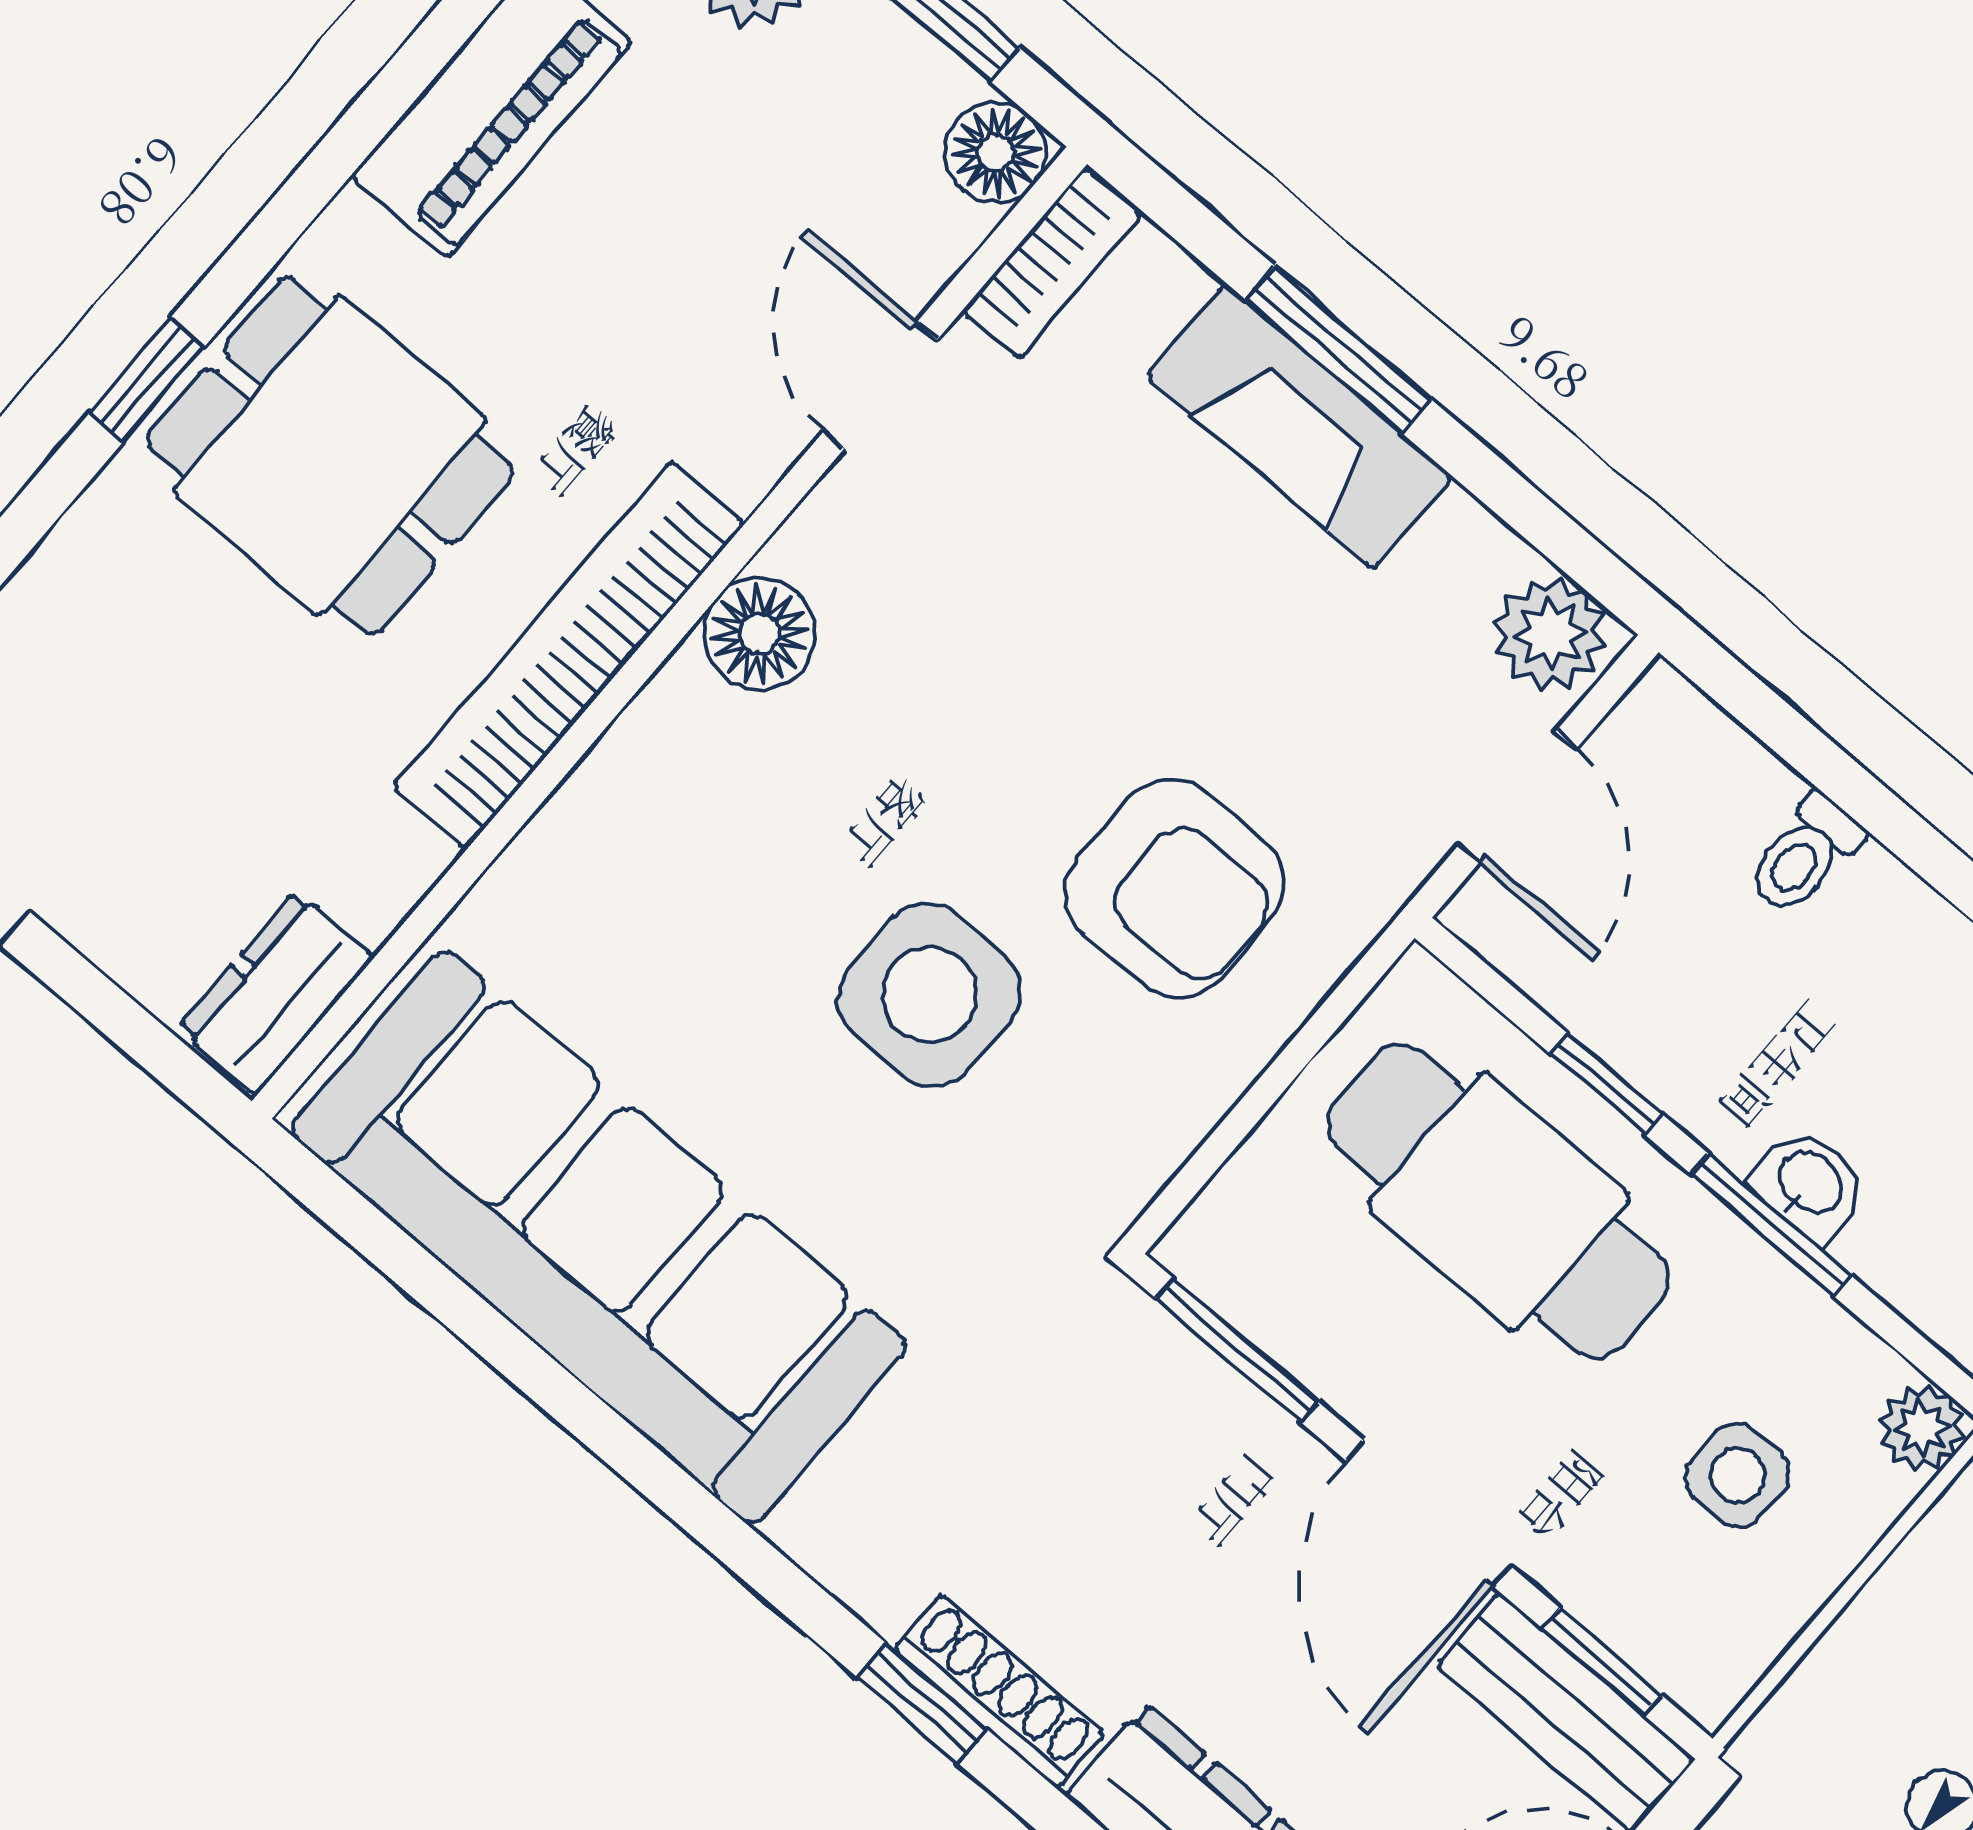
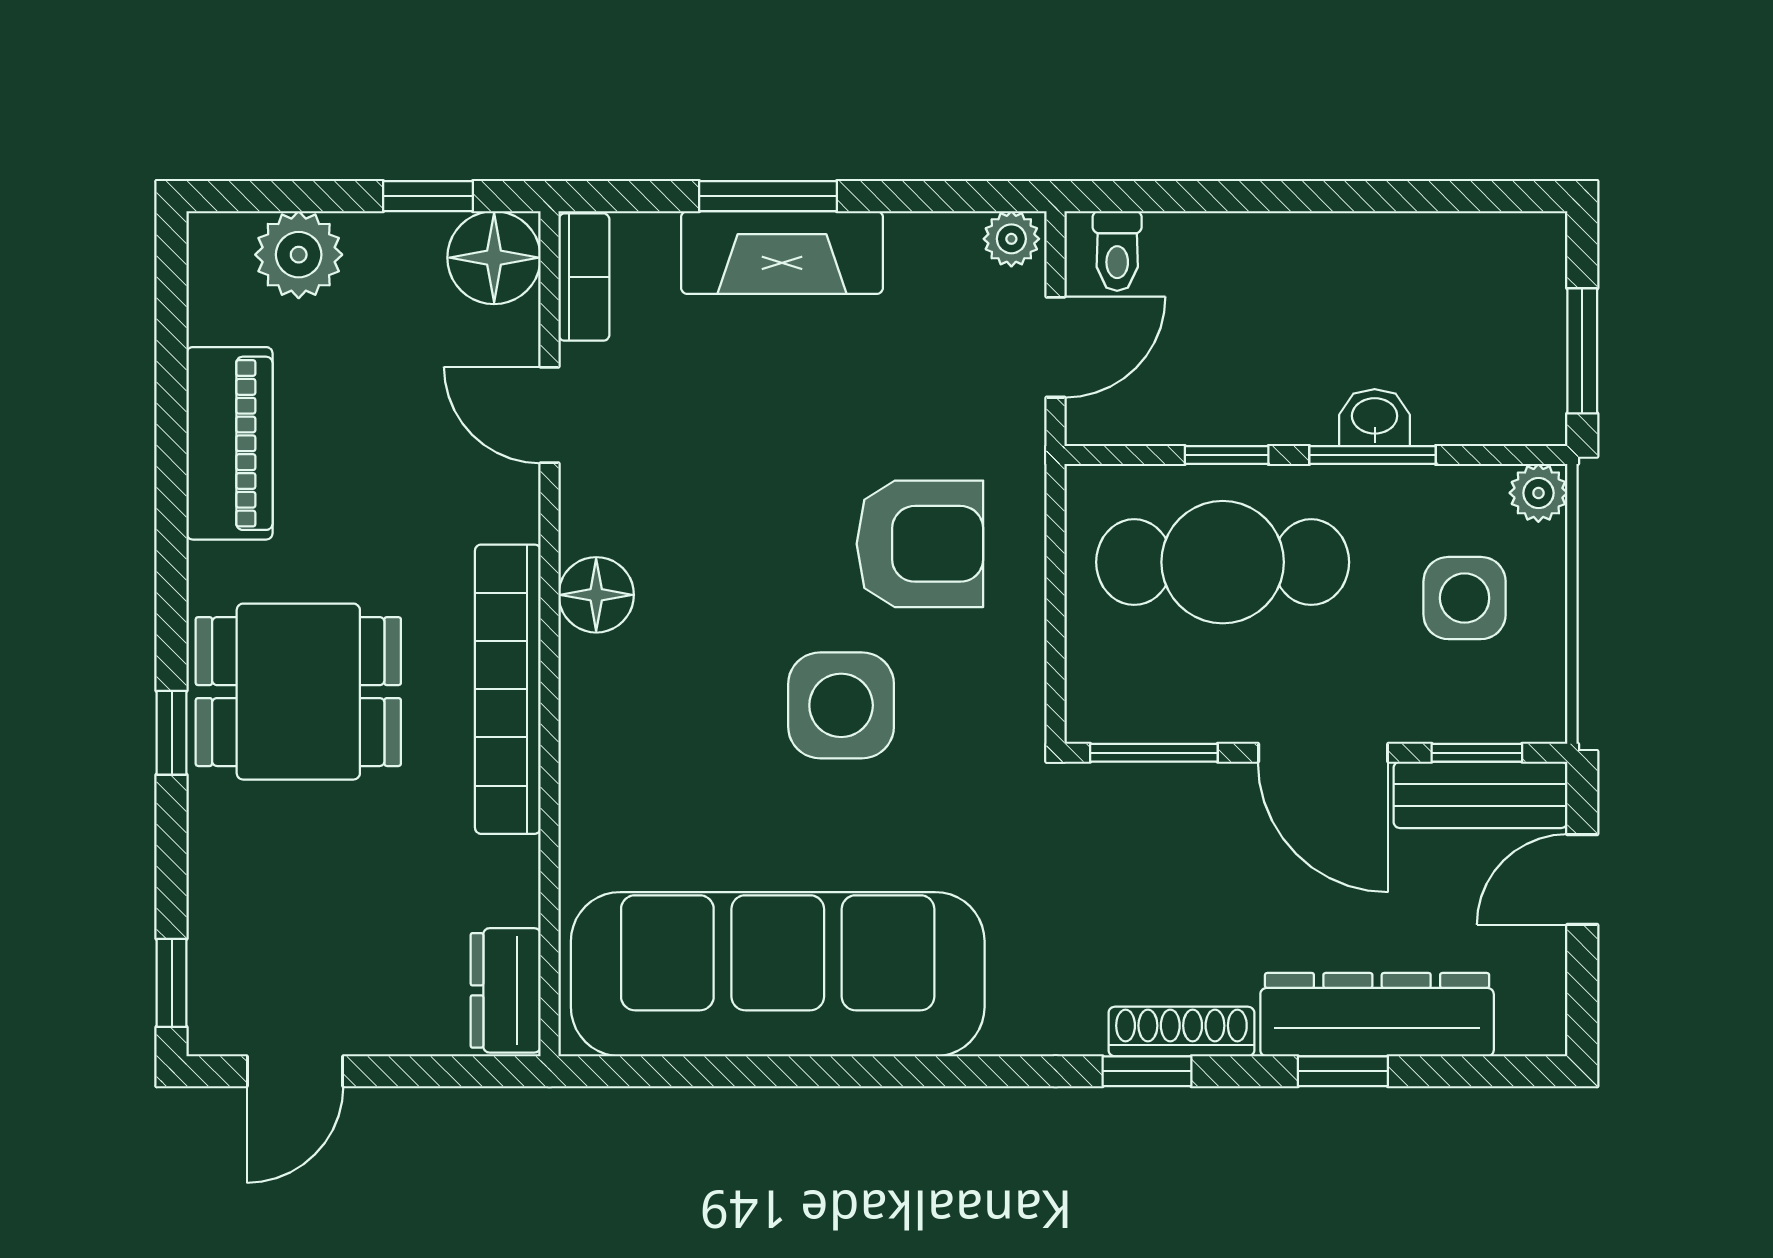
floor lamp: (996, 152) -> (494, 258), width x1.38, depth x1.38
plant: (1550, 634) -> (1011, 239), width x0.73, depth x0.73
door: (1517, 797) -> (1056, 347), hinge flipped
toilet: (1805, 855) -> (1117, 251), moved
side table: (1737, 1475) -> (1465, 598), width x1.37, depth x1.37

